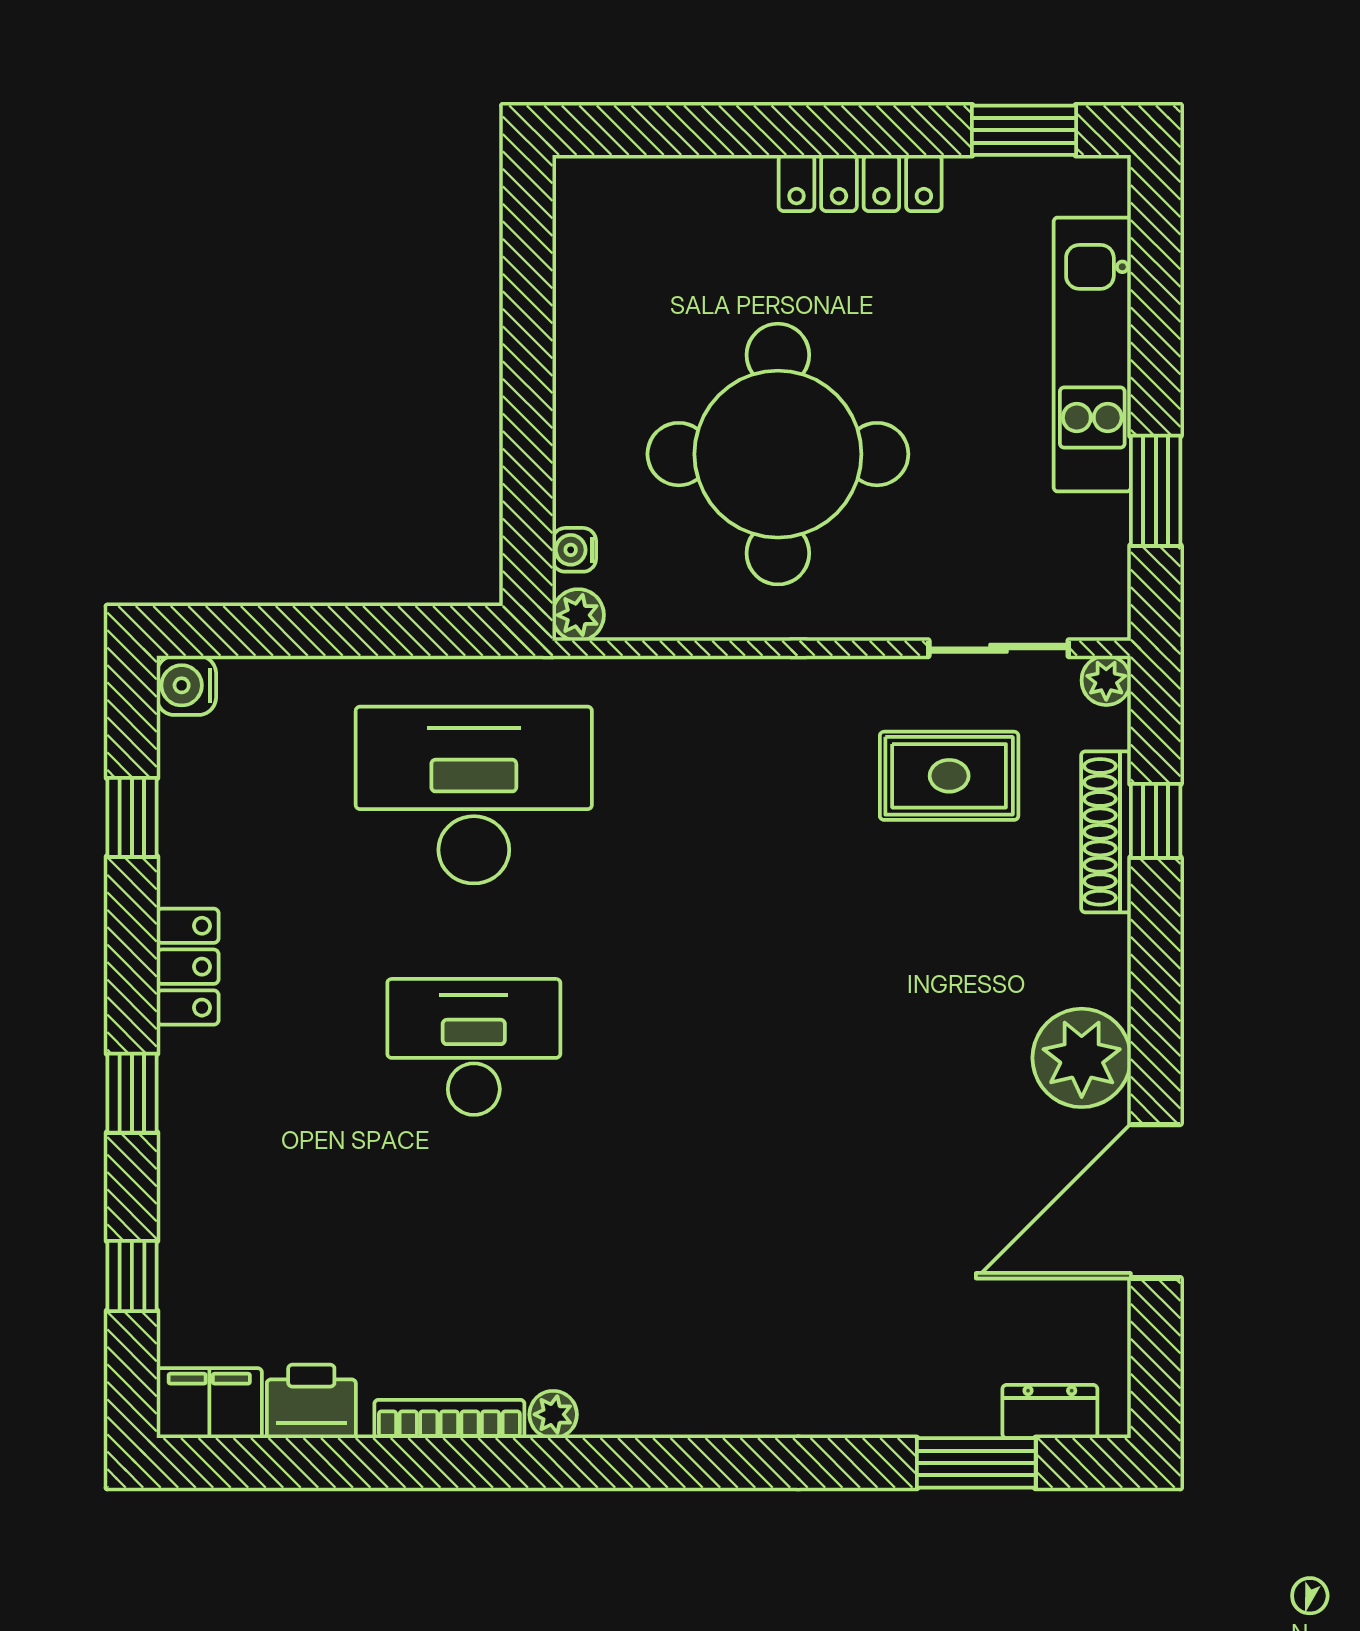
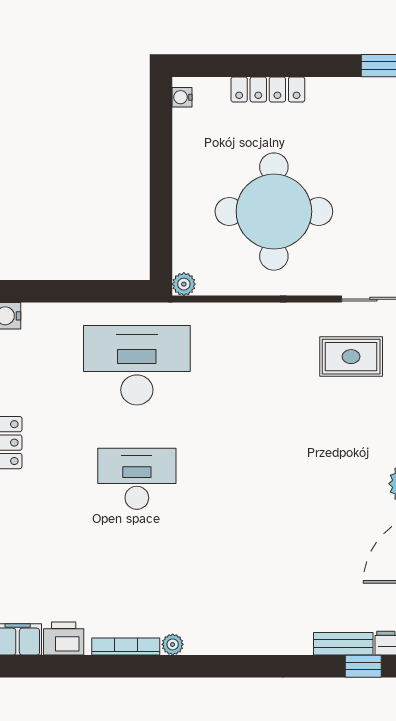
locker: (860, 183) -> (268, 89), moved
water cooler: (574, 550) -> (182, 97), moved
bench: (932, 1413) -> (343, 644), added
window: (976, 1463) -> (363, 666), width x0.67

